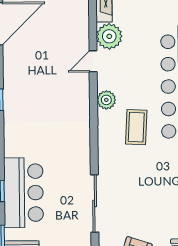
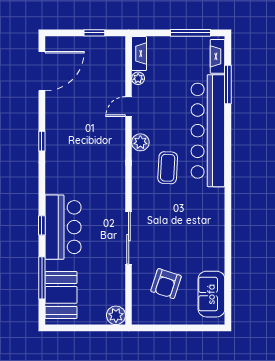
plant: (109, 36) -> (138, 78), width x0.53, depth x0.53

